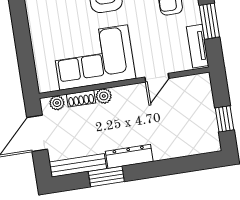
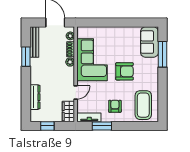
door: (157, 78) -> (76, 93), swing flipped
wardrobe: (193, 85) -> (68, 111), added
dresser: (129, 156) -> (35, 97), moved

